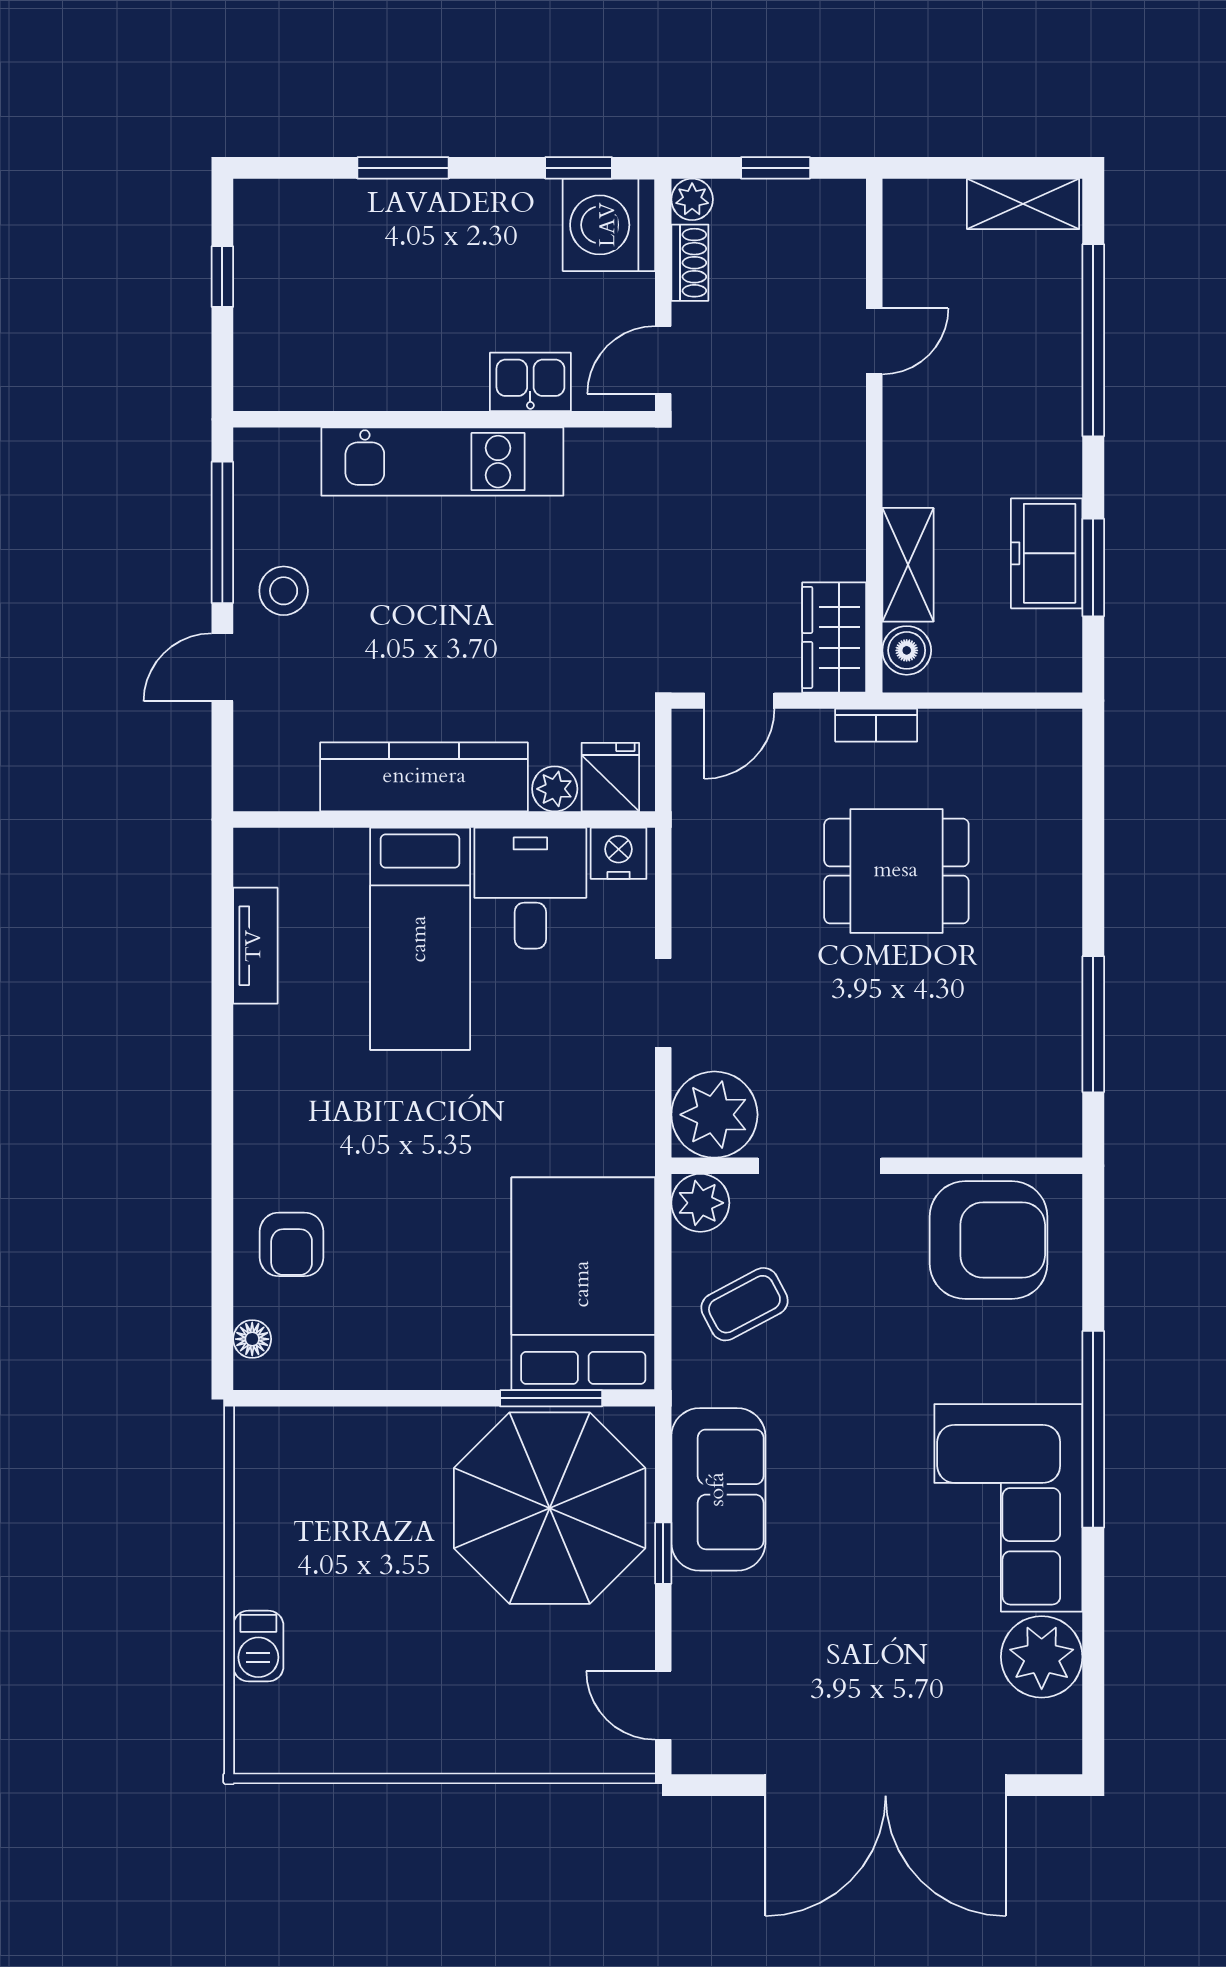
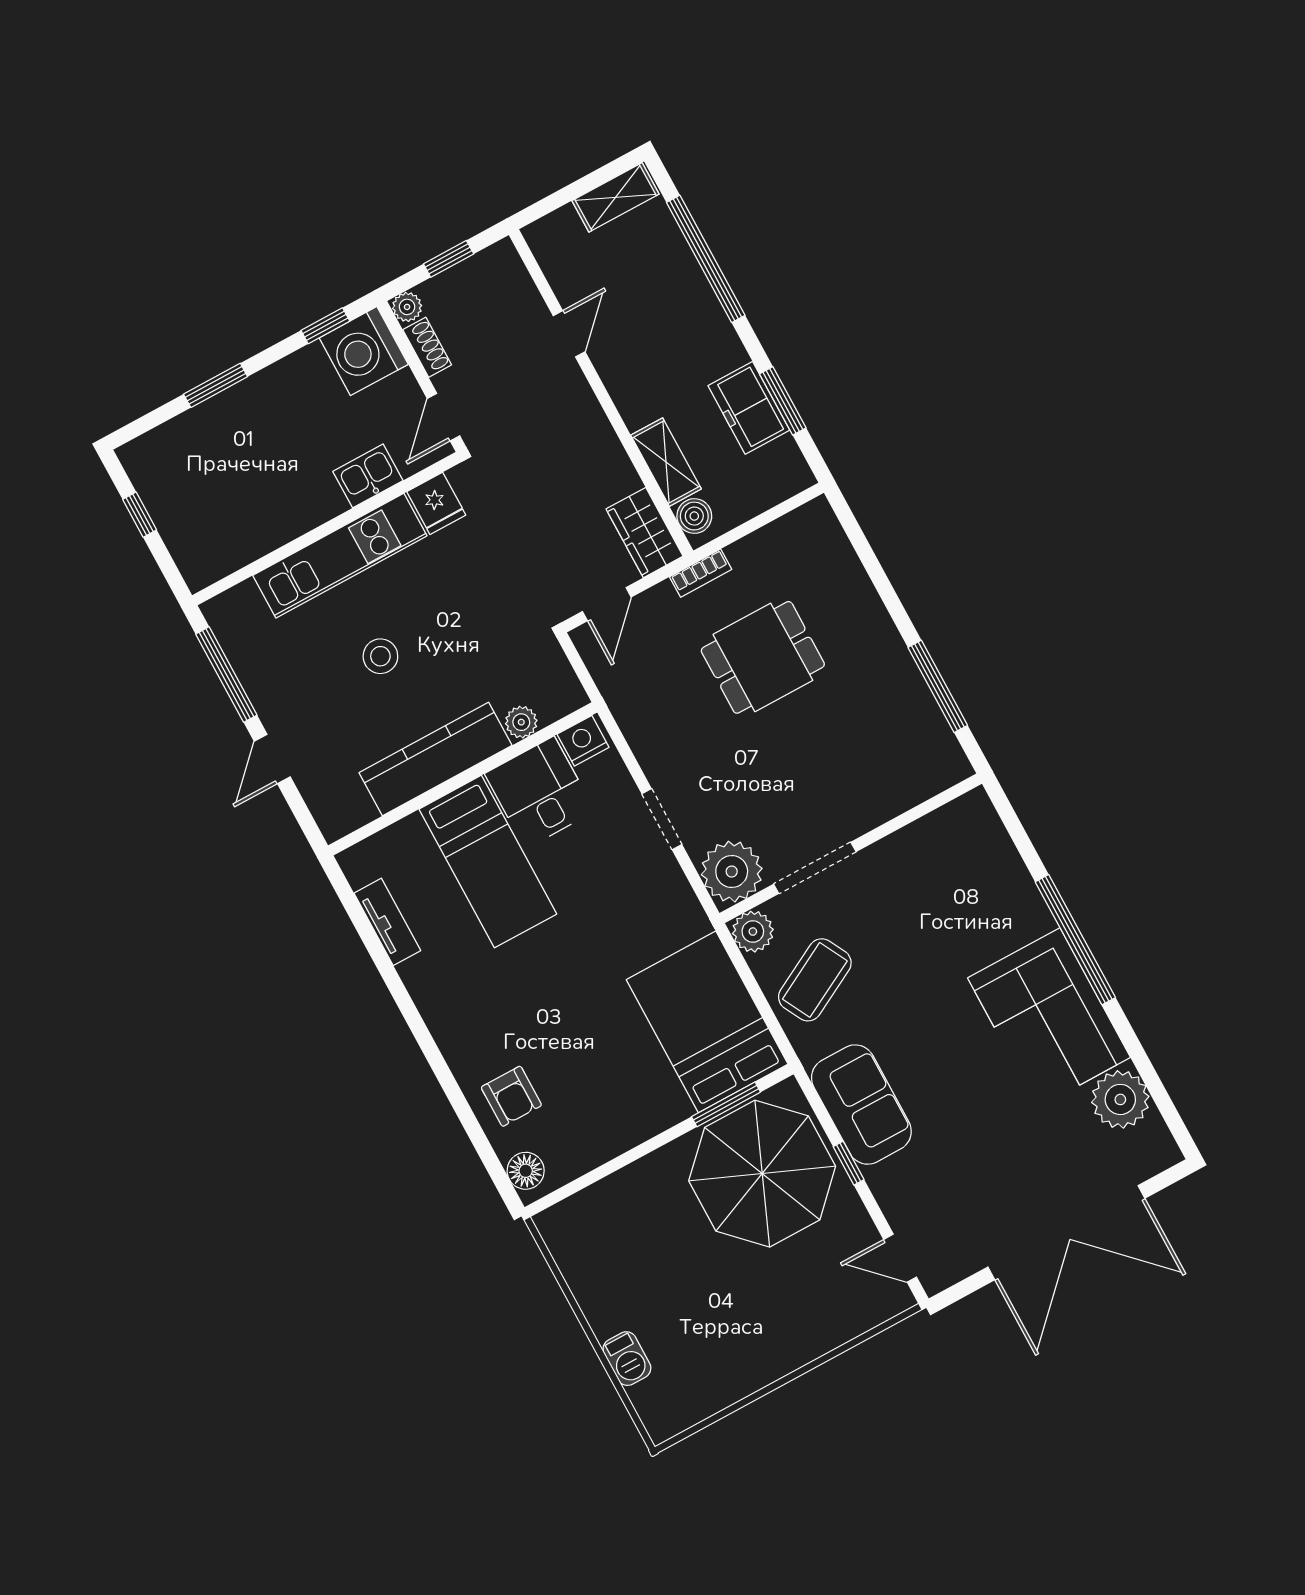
stool: (284, 591) -> (380, 656), moved
fridge: (610, 777) -> (436, 503), moved, turned 180
armchair: (989, 1240) -> (946, 857), removed
coffee table: (744, 1304) -> (815, 980), width x1.36, depth x1.30
floor lamp: (252, 1339) -> (526, 1171), width x1.37, depth x1.37

